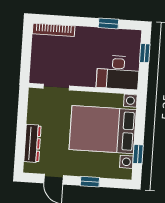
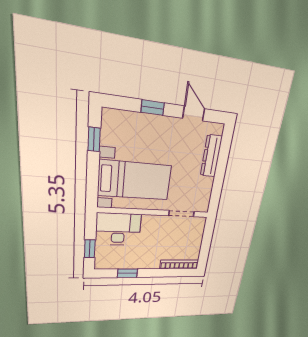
bed with nightstands: (103, 130) -> (135, 180), width x0.73

